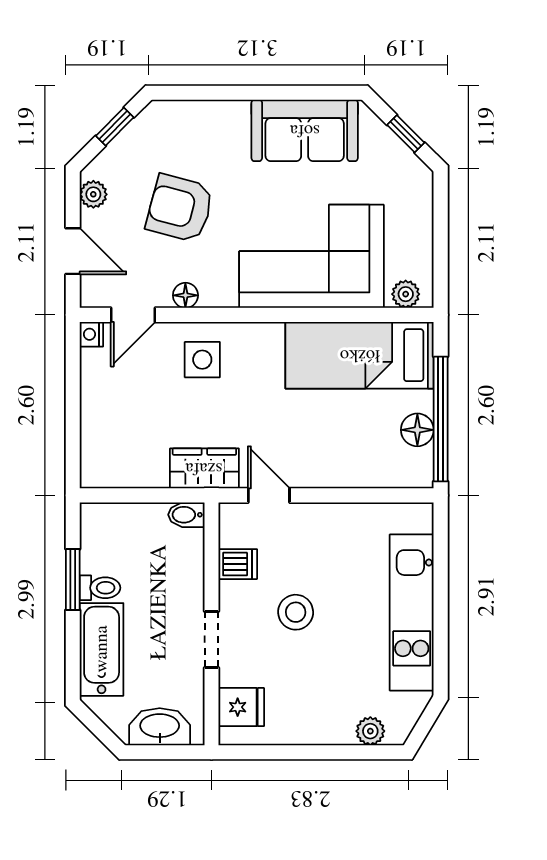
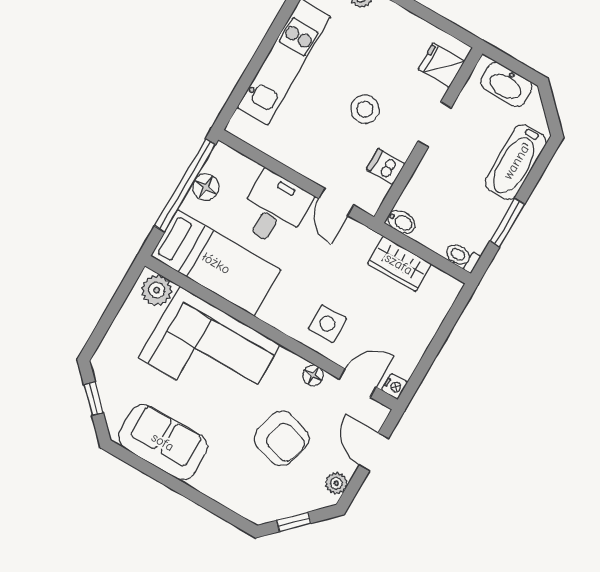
plant: (406, 294) -> (157, 290), width x1.38, depth x1.38
desk: (330, 449) -> (274, 209), added
wardrobe: (204, 468) -> (399, 264), moved
toilet: (100, 588) -> (462, 257), moved

